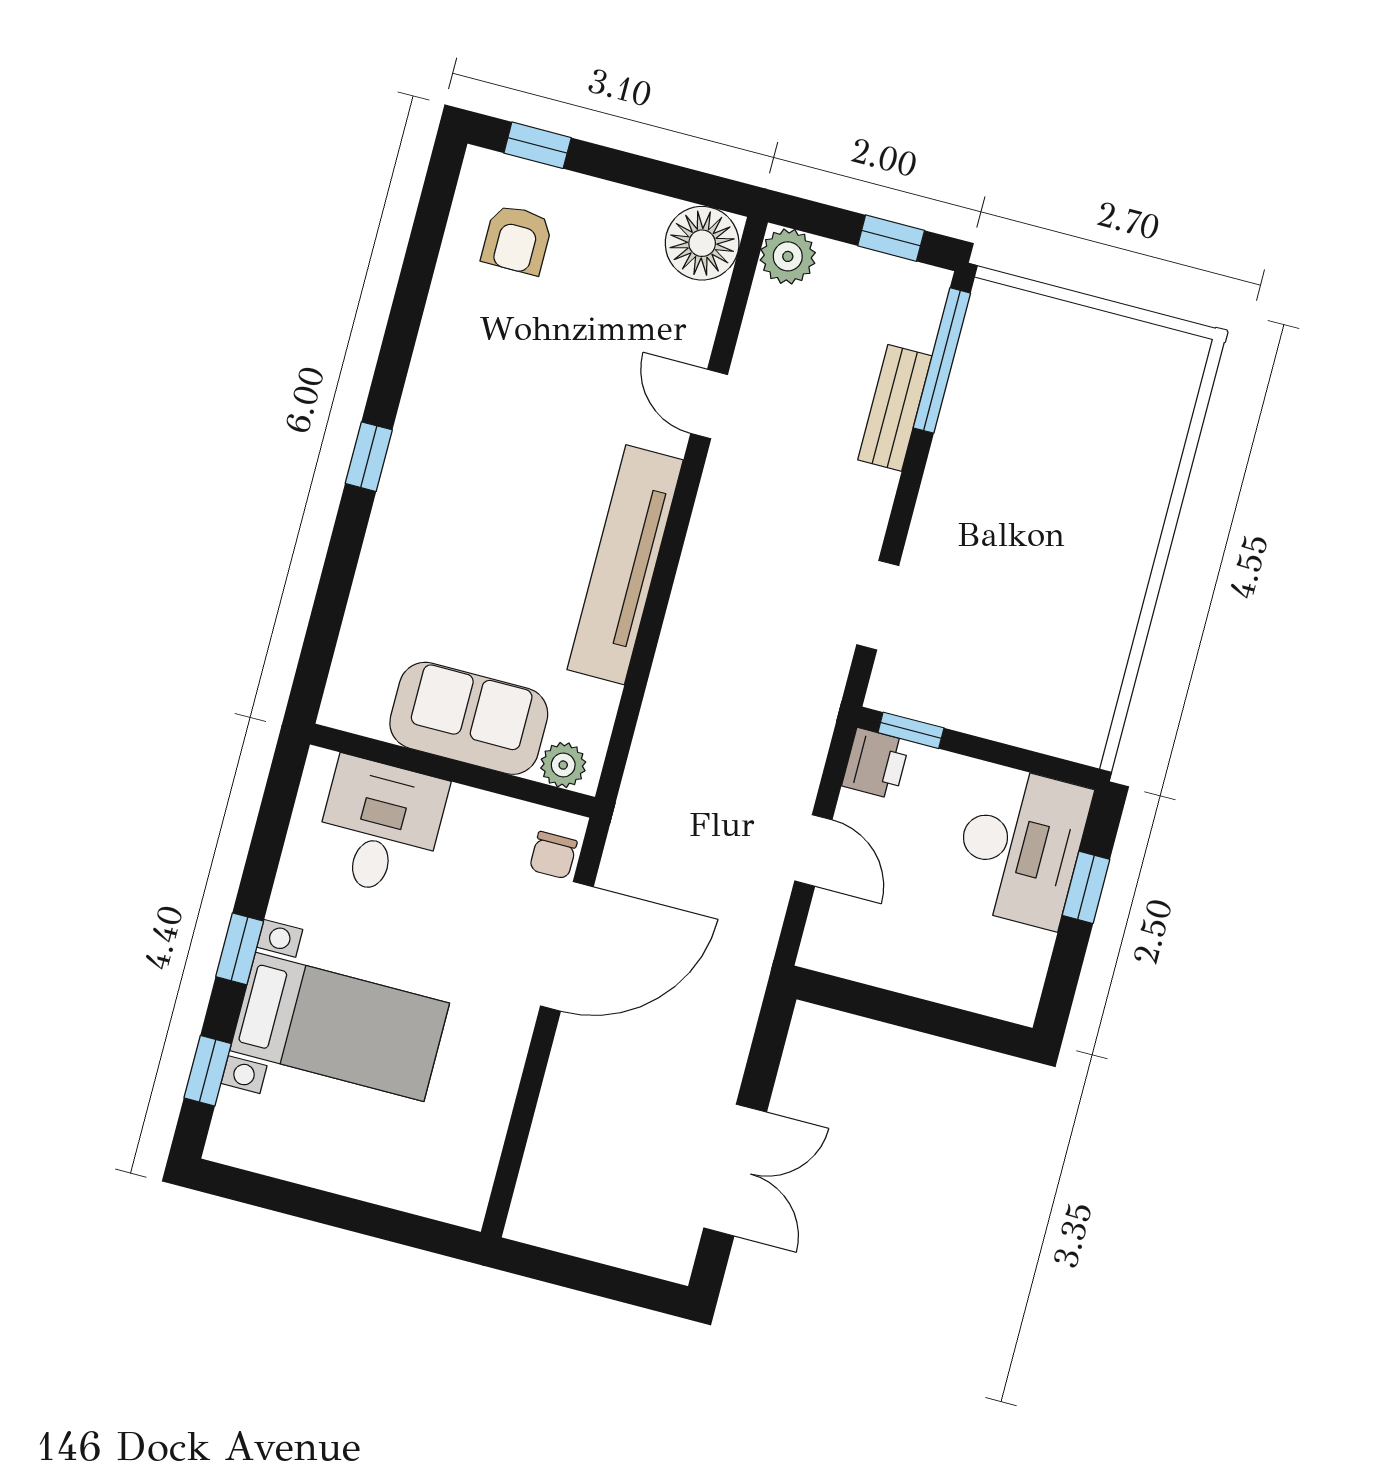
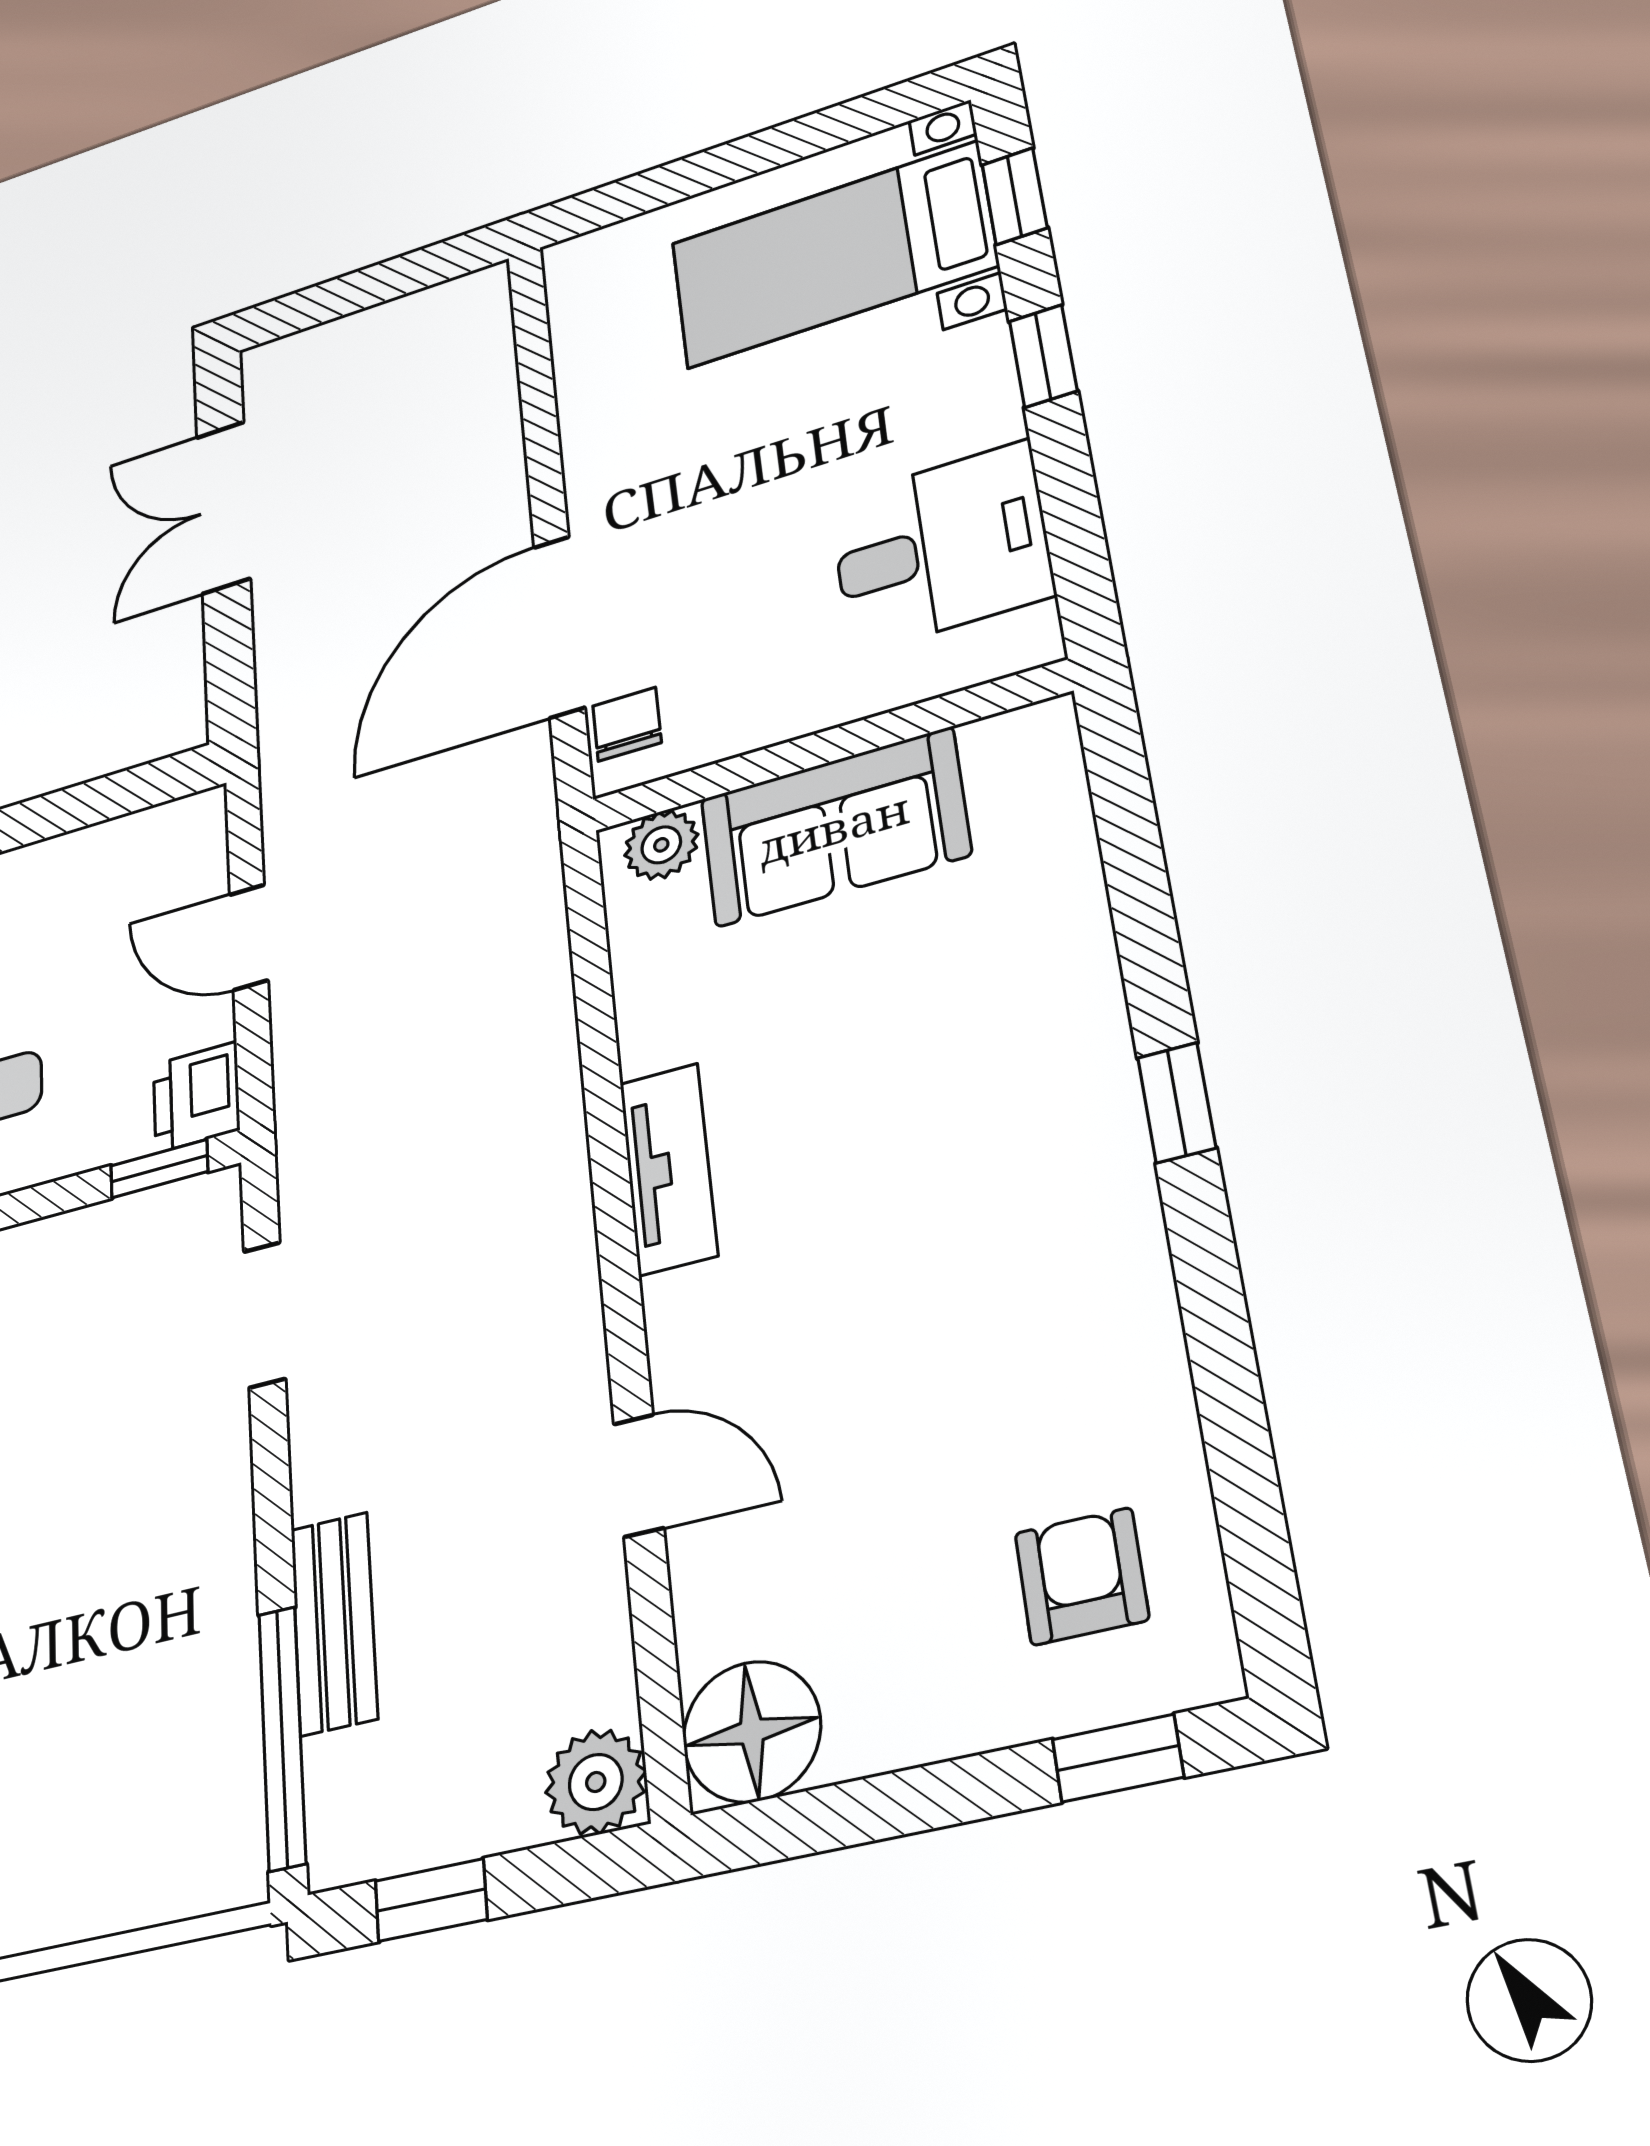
tv unit: (625, 565) -> (668, 1169), width x0.52, depth x0.78
desk: (380, 827) -> (941, 547), moved, turned -90
bed with nightstands: (340, 1027) -> (833, 255), moved

